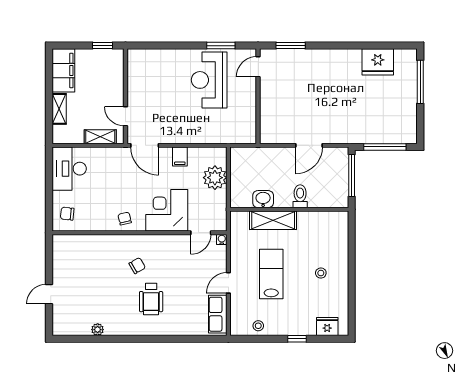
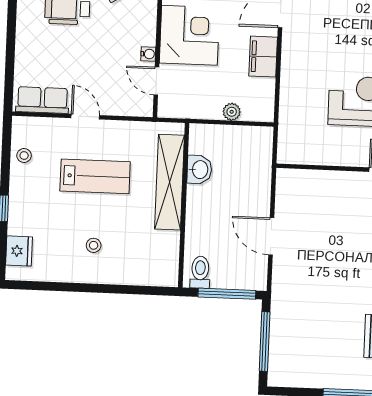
filing cabinet: (180, 157) -> (263, 57), width x2.00
plant: (215, 178) -> (232, 112), width x0.53, depth x0.53
toilet: (300, 196) -> (200, 272), moved, turned -90
shelving: (273, 220) -> (170, 182), width x1.47
water cooler: (222, 239) -> (148, 54), moved

